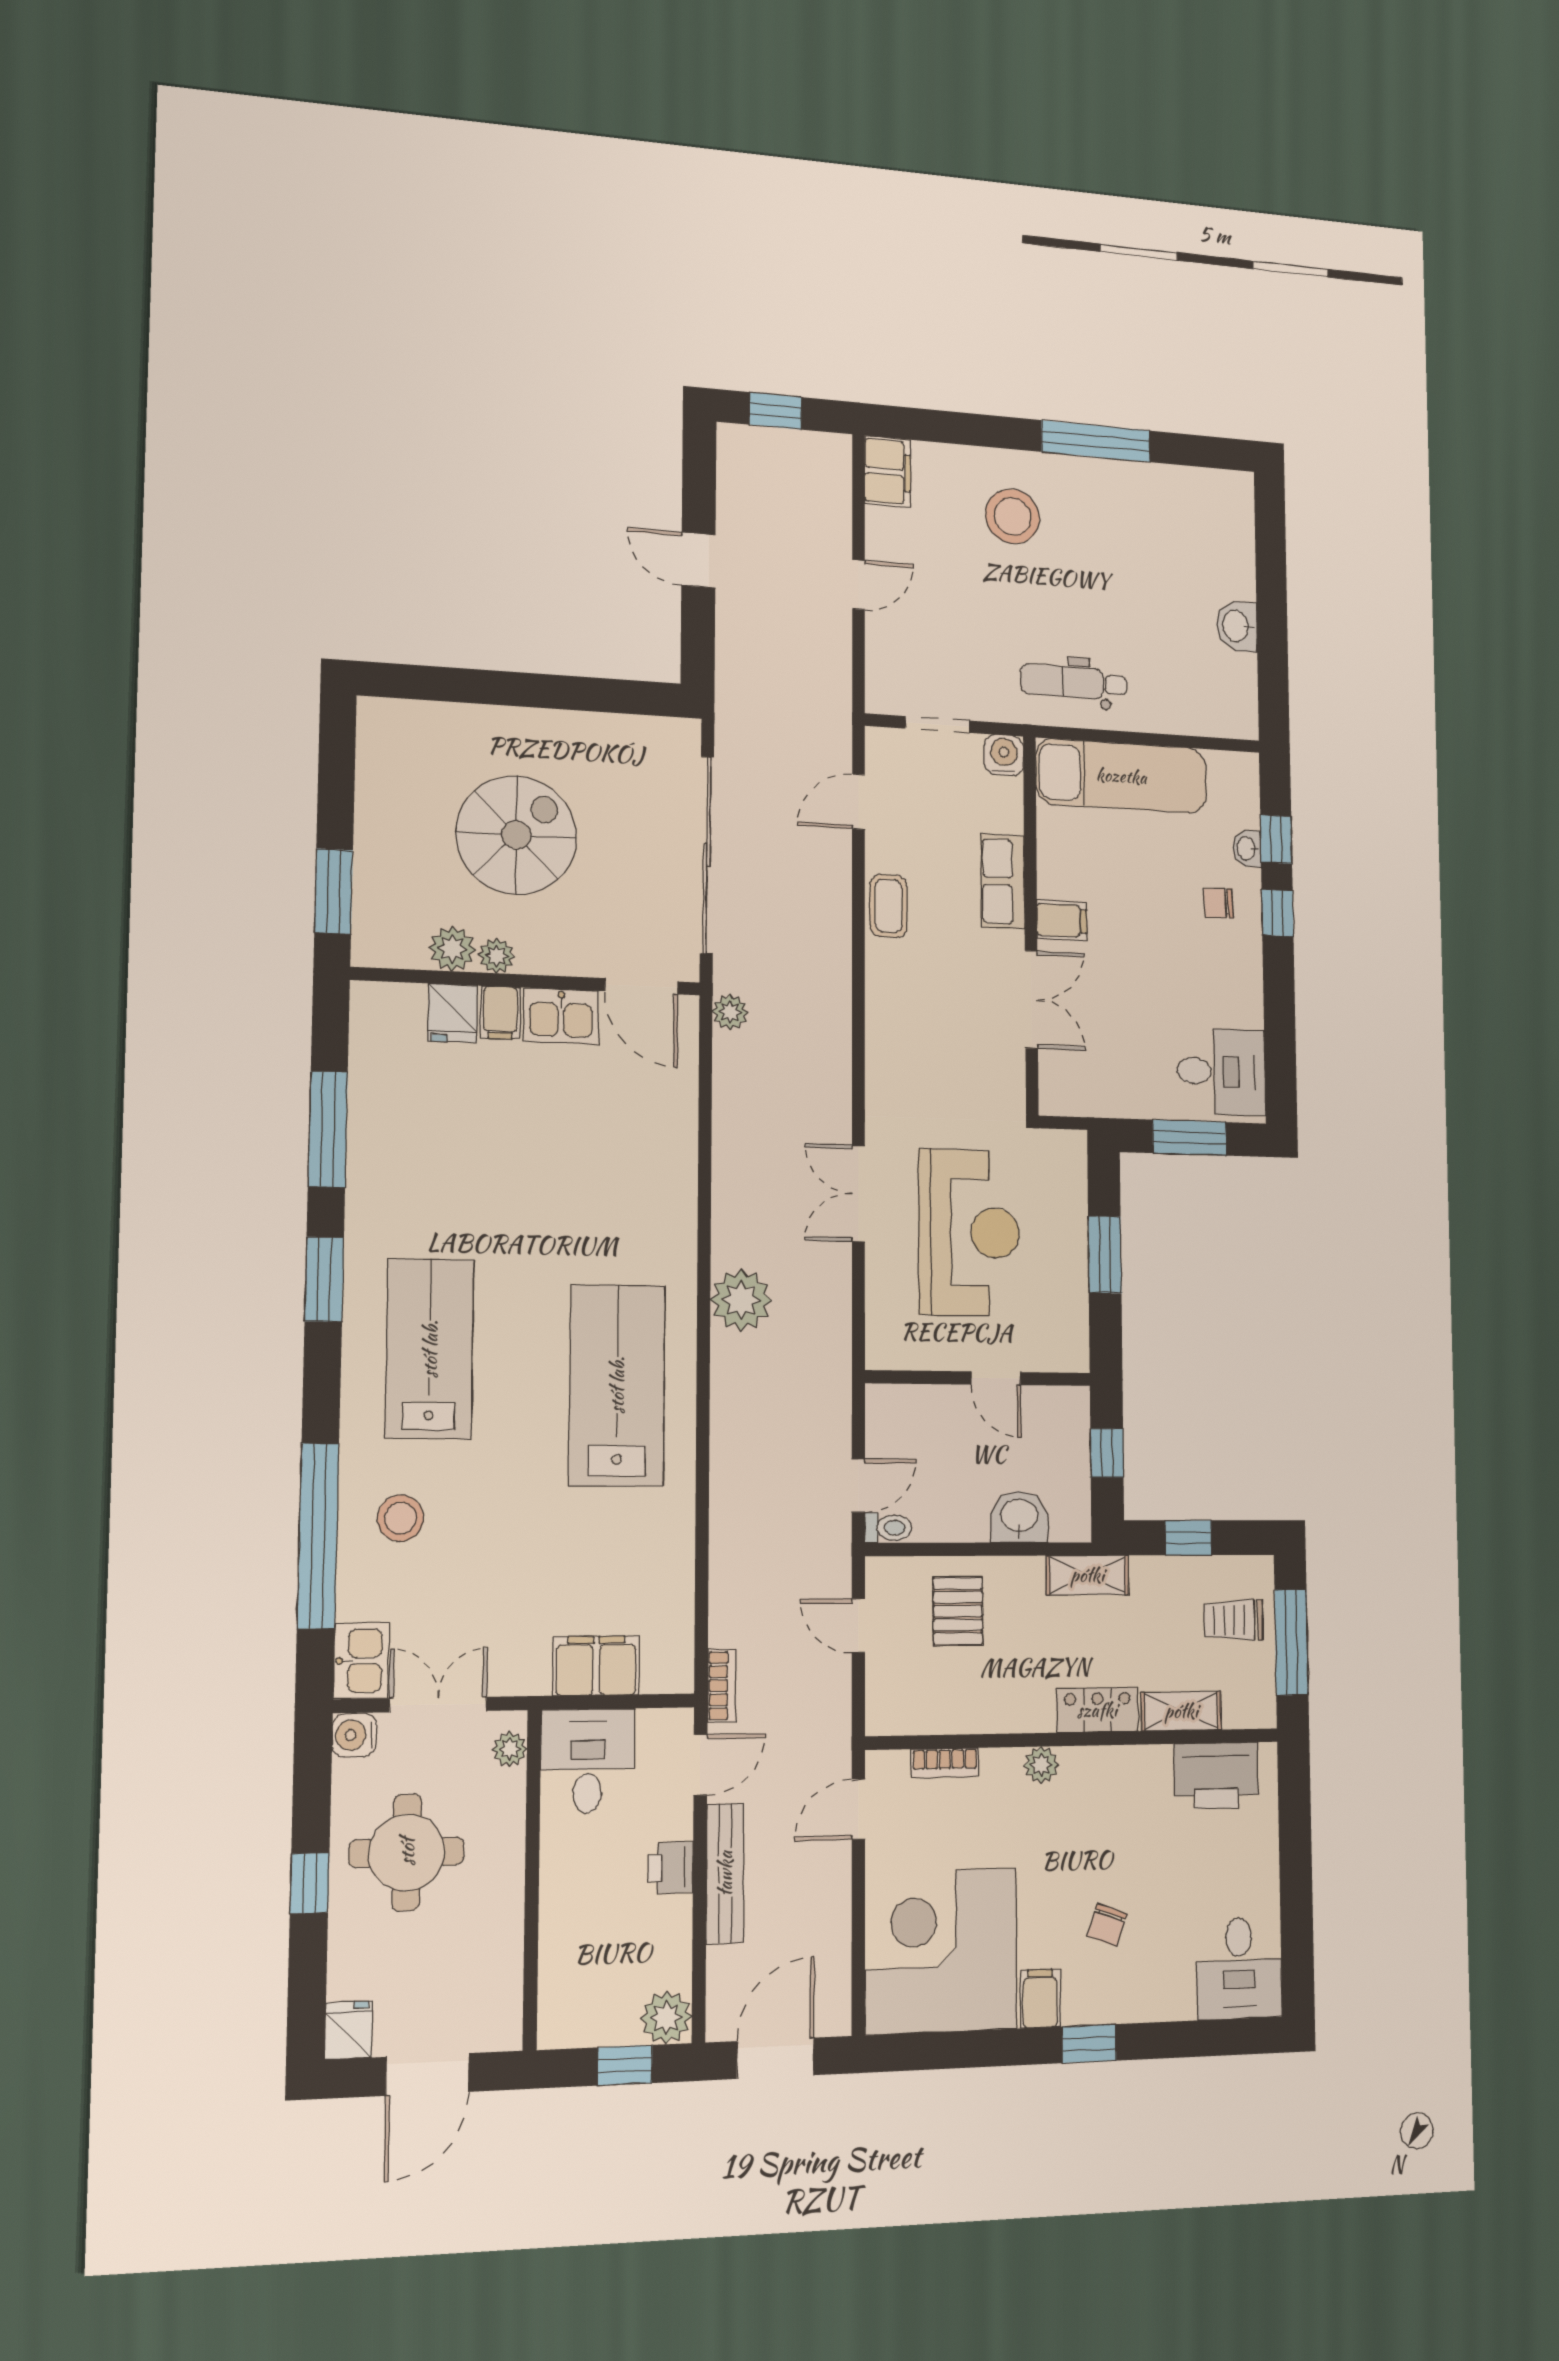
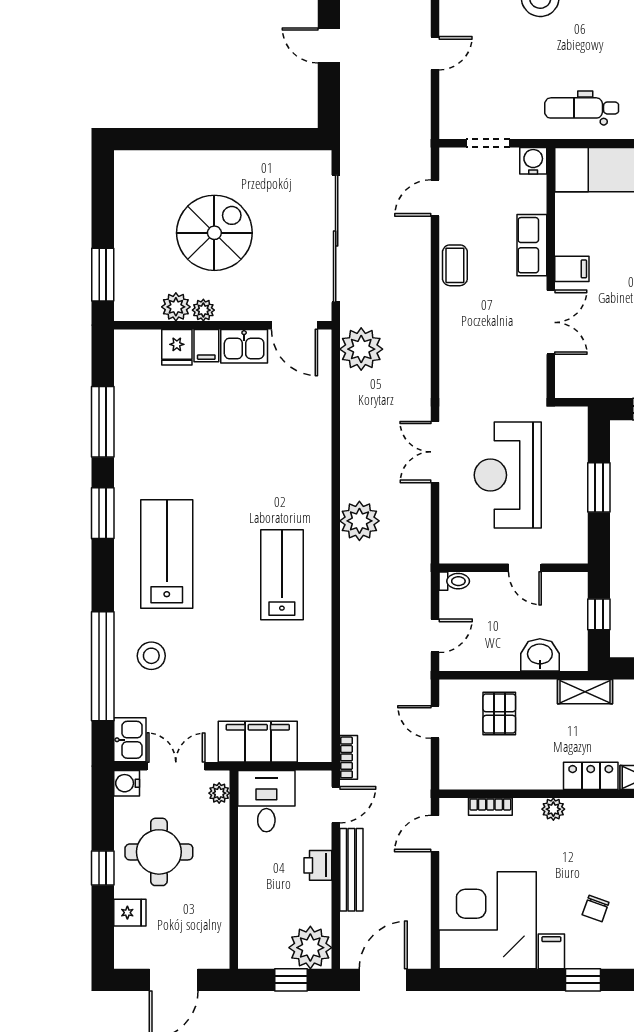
plant: (730, 1012) -> (361, 349), width x1.87, depth x1.87
reception desk: (969, 1232) -> (508, 475), turned 180
lab bench: (617, 1385) -> (282, 575), width x0.73, depth x0.72
toilet: (888, 1528) -> (454, 581), moved
filing cabinet: (596, 1666) -> (258, 742), width x1.50, depth x1.17
plant: (666, 2018) -> (310, 948), width x1.36, depth x1.36
fridge: (349, 2030) -> (130, 913), moved, turned 90

